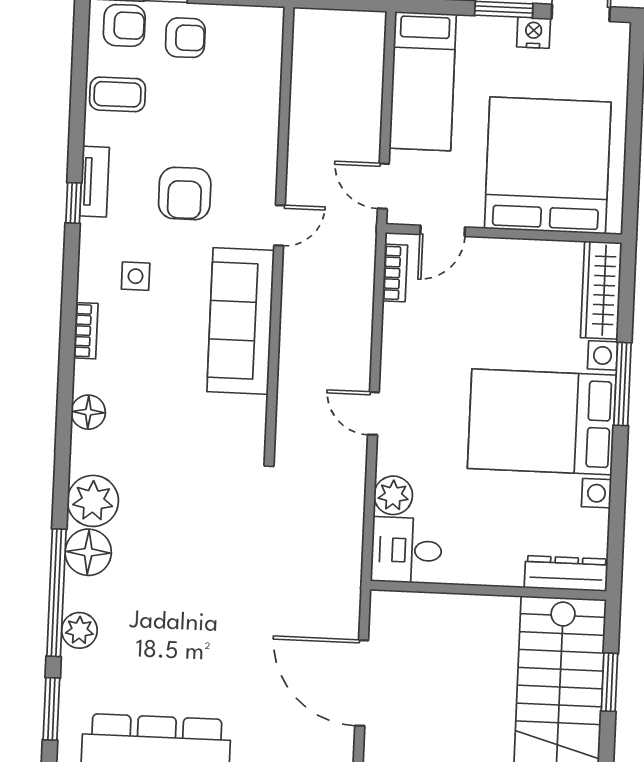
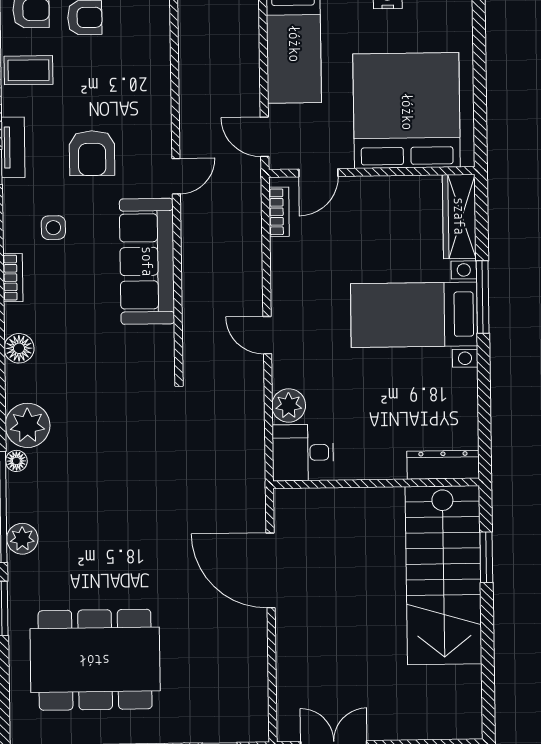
bed with nightstands: (542, 422) -> (414, 315), width x0.73
floor lamp: (88, 552) -> (16, 461), width x0.53, depth x0.53

